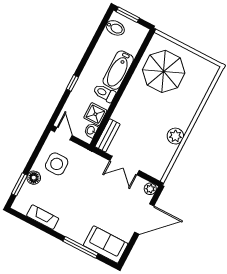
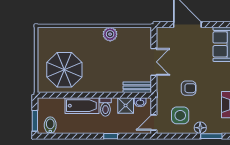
armchair: (80, 187) -> (189, 88), added
plant: (150, 189) -> (161, 32), removed

